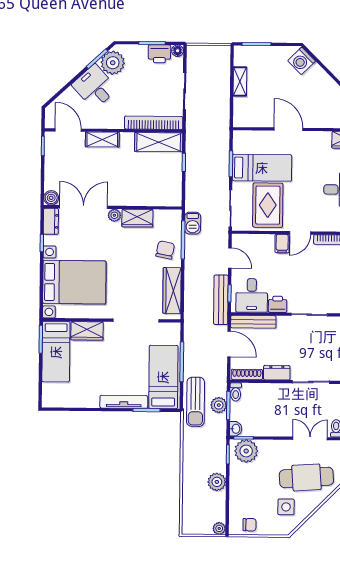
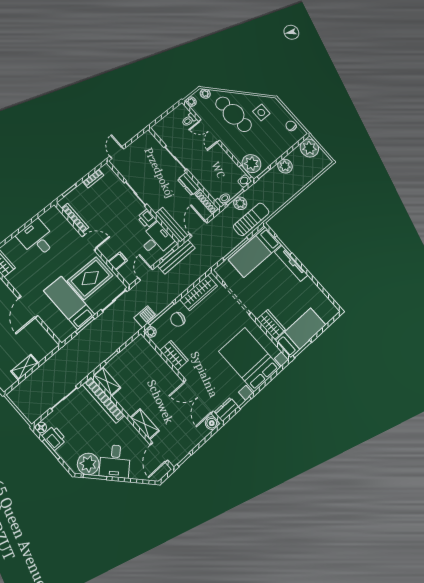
shelving: (159, 142) -> (107, 381), width x0.67, depth x0.75
plant: (114, 215) -> (151, 332), moved
filing cabinet: (282, 244) -> (118, 261), moved
plant: (219, 528) -> (309, 148), width x1.88, depth x1.88

